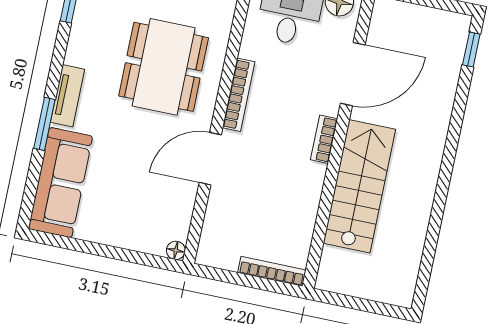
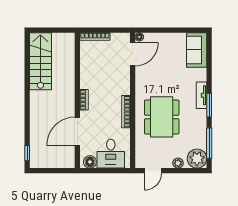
window: (44, 124) -> (209, 105), moved
door: (210, 159) -> (133, 54), moved
sofa: (60, 183) -> (197, 50), width x0.73
stairs: (359, 186) -> (40, 61), moved, turned 180

